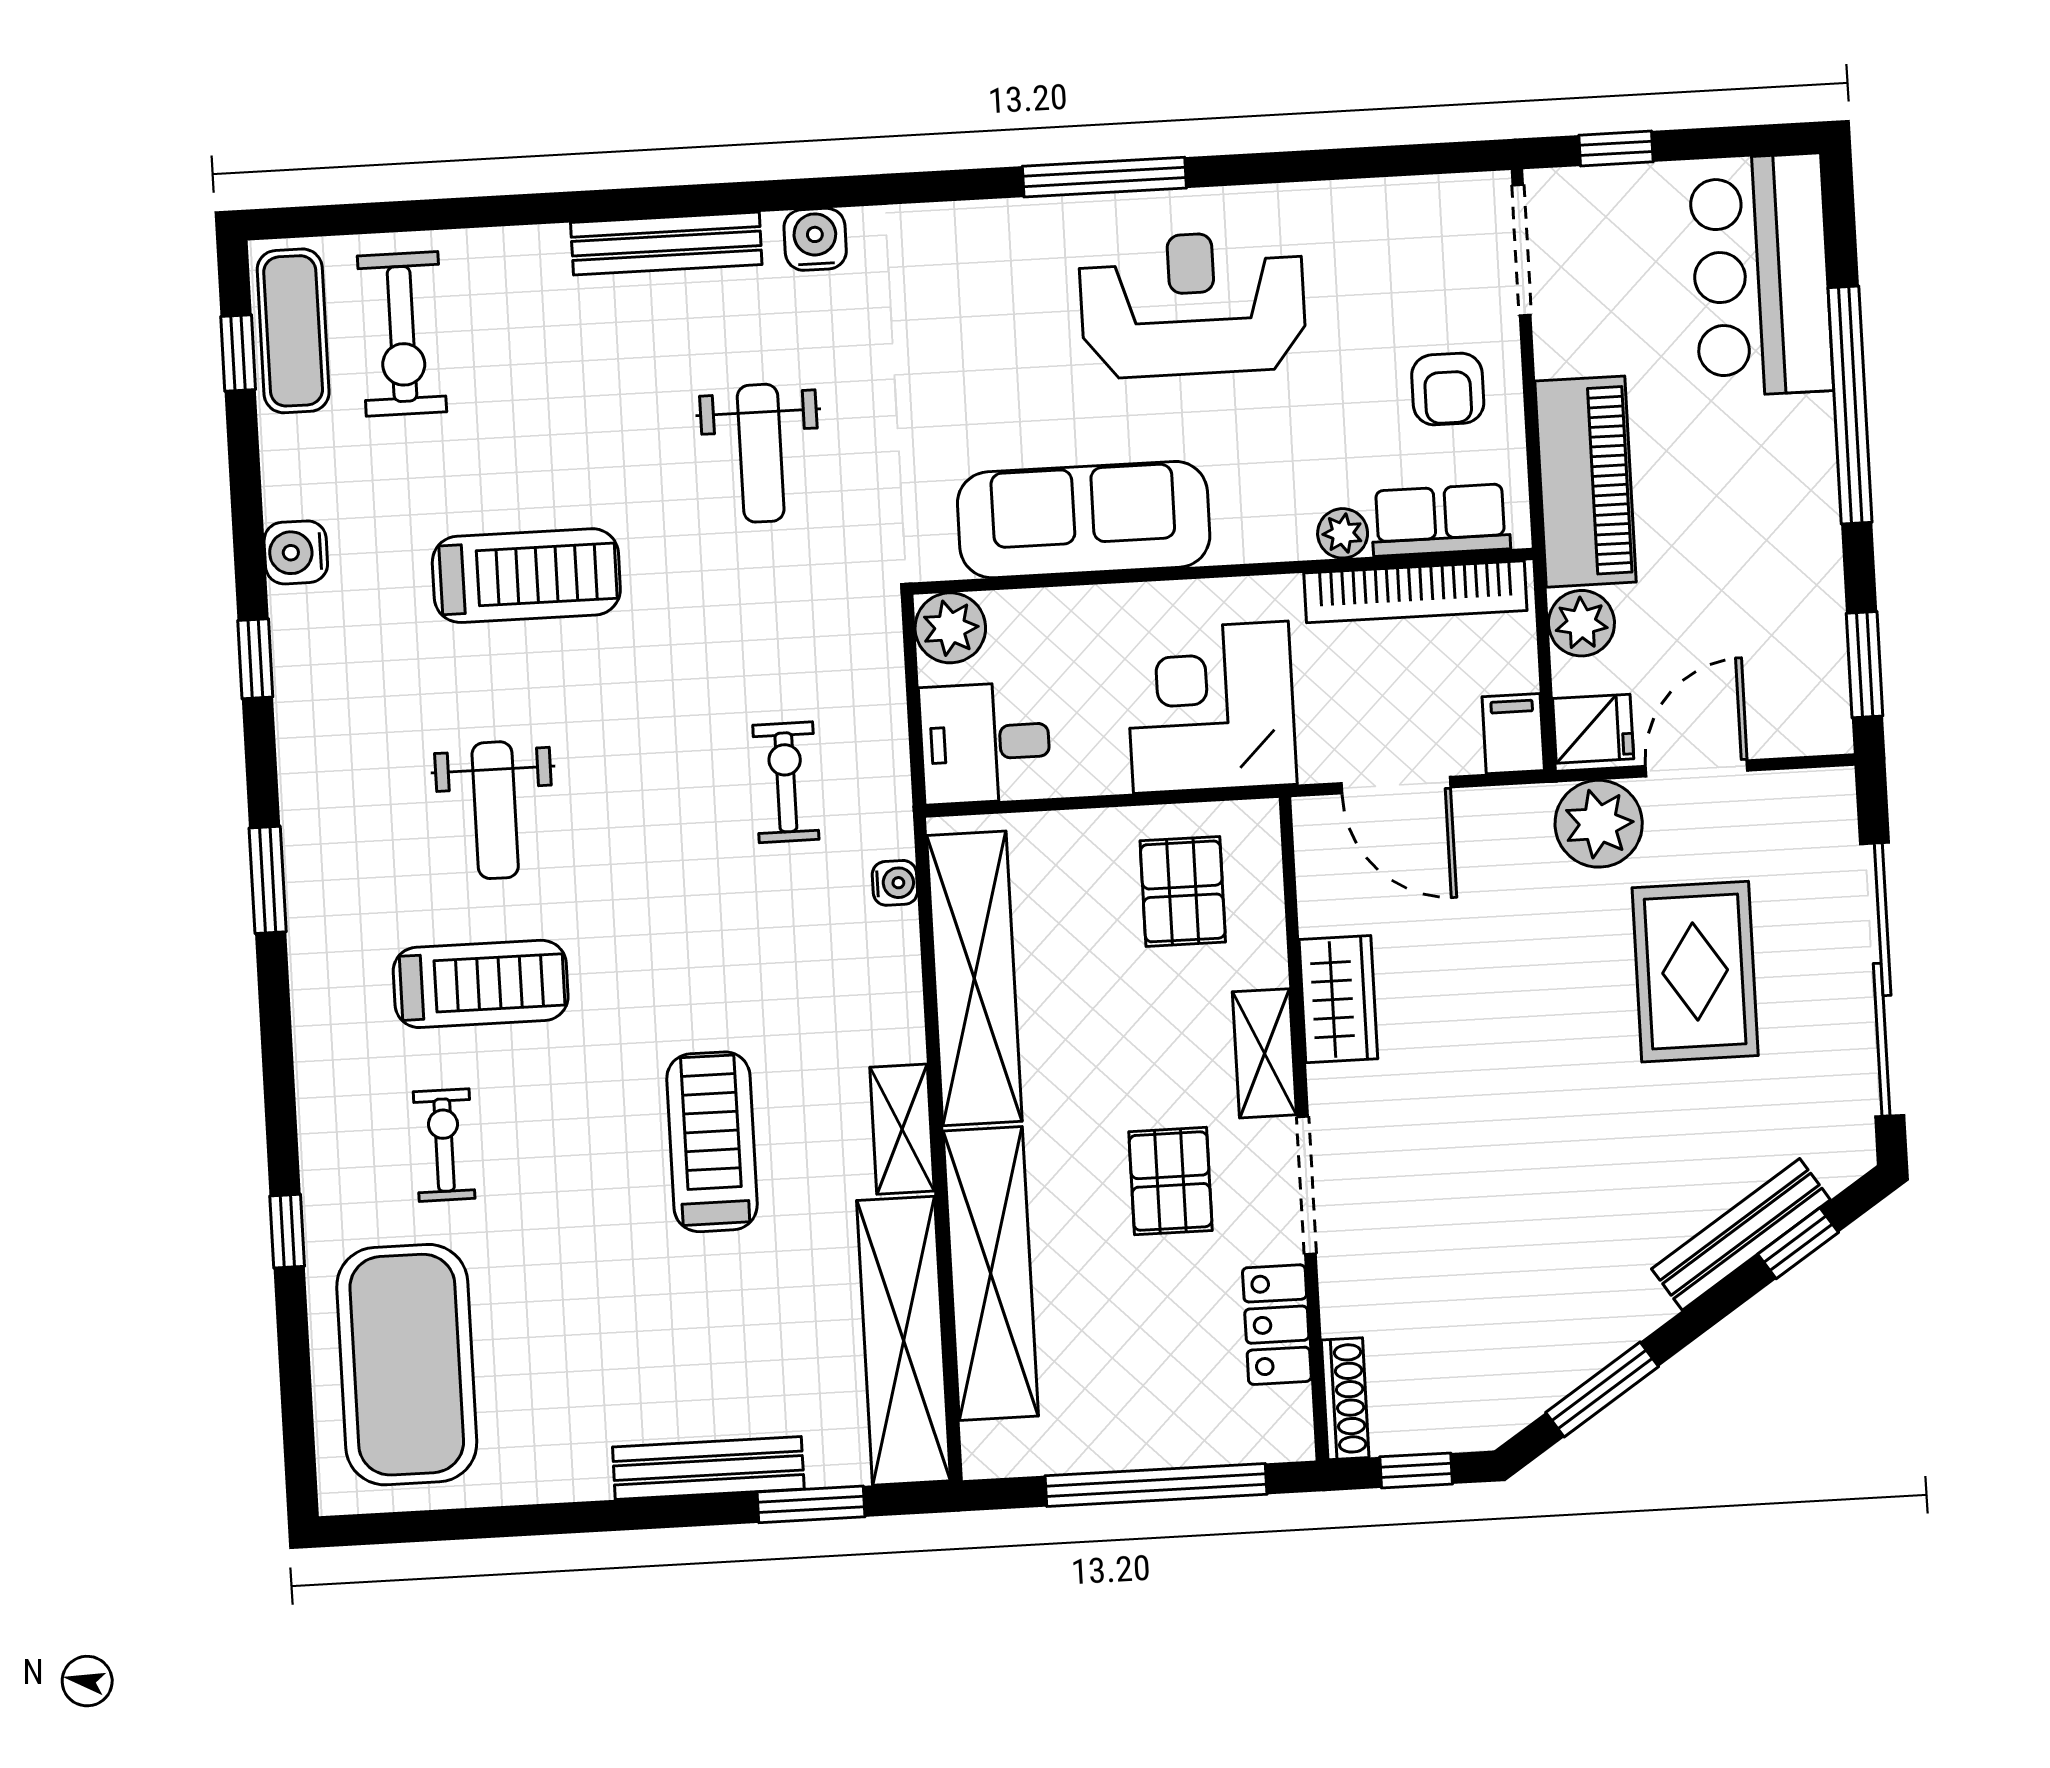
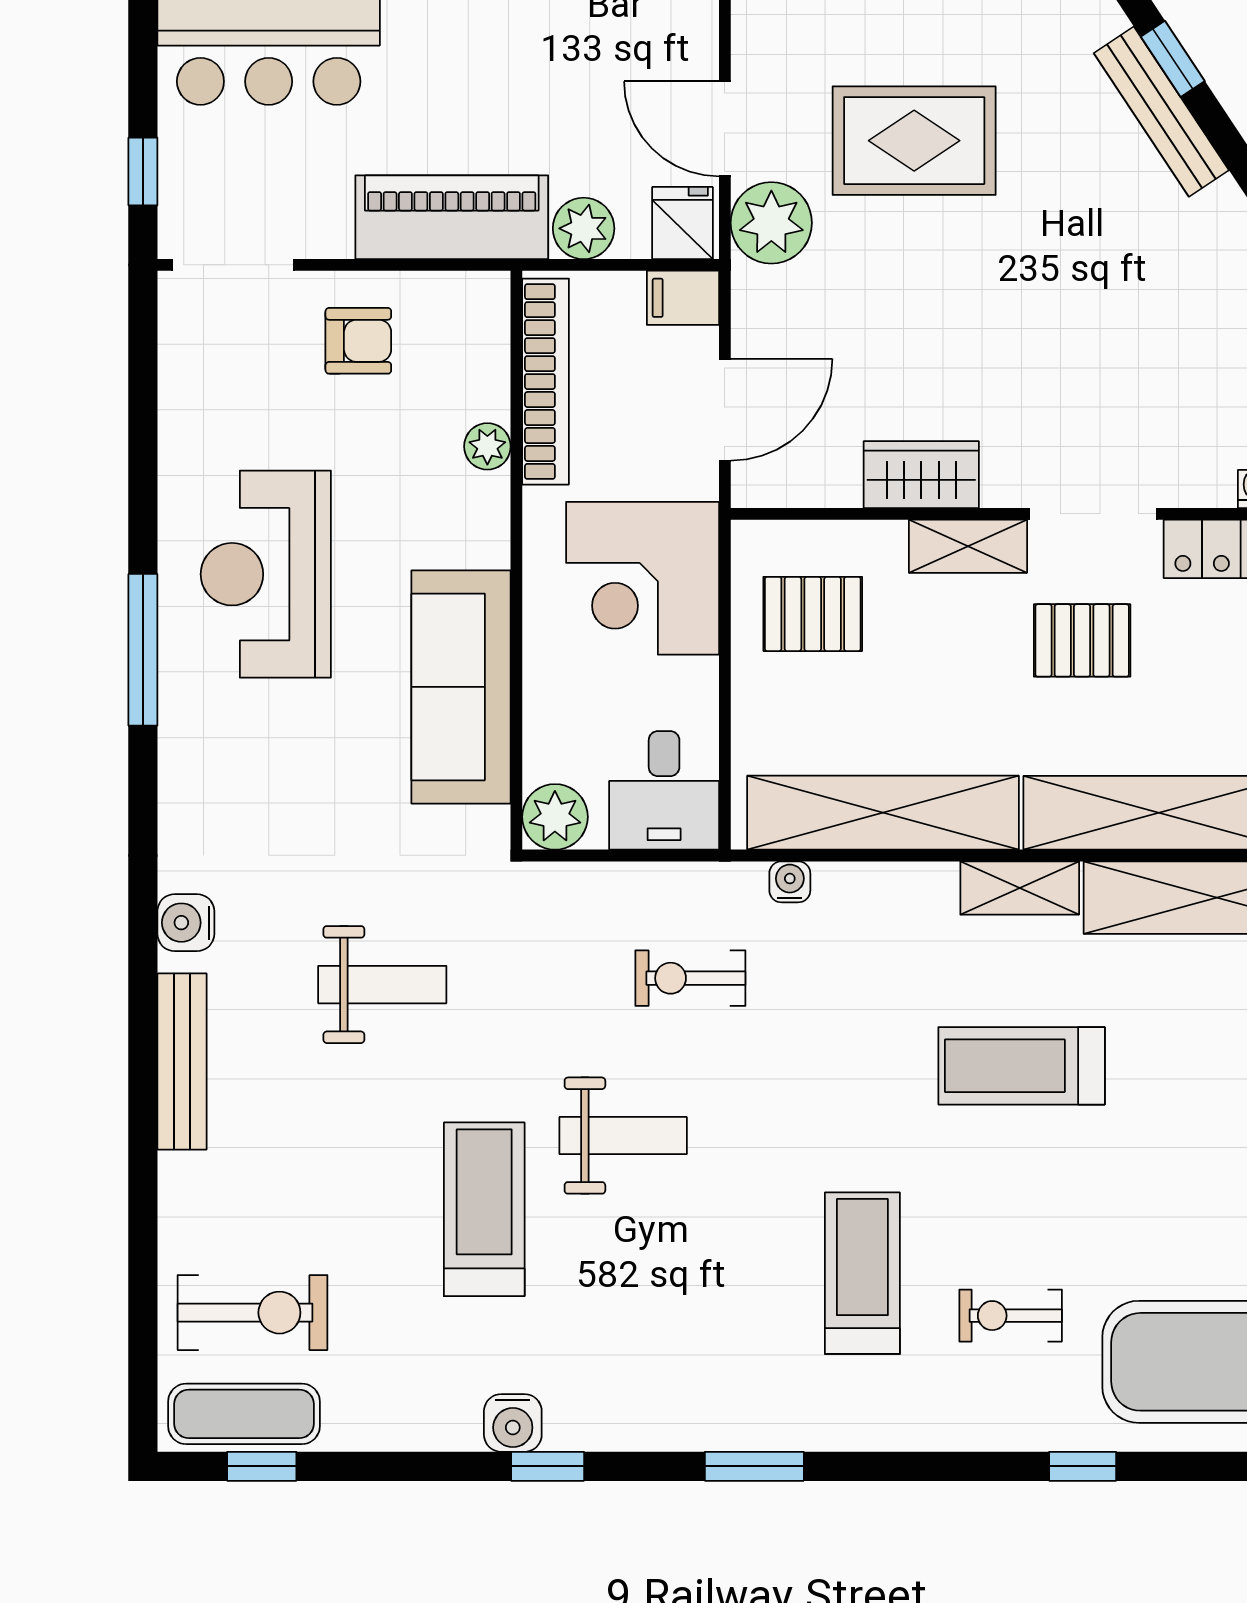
row of seats: (1440, 520) -> (480, 355), removed
water cooler: (296, 552) -> (513, 1423), moved
weight bench: (495, 810) -> (623, 1136), moved

